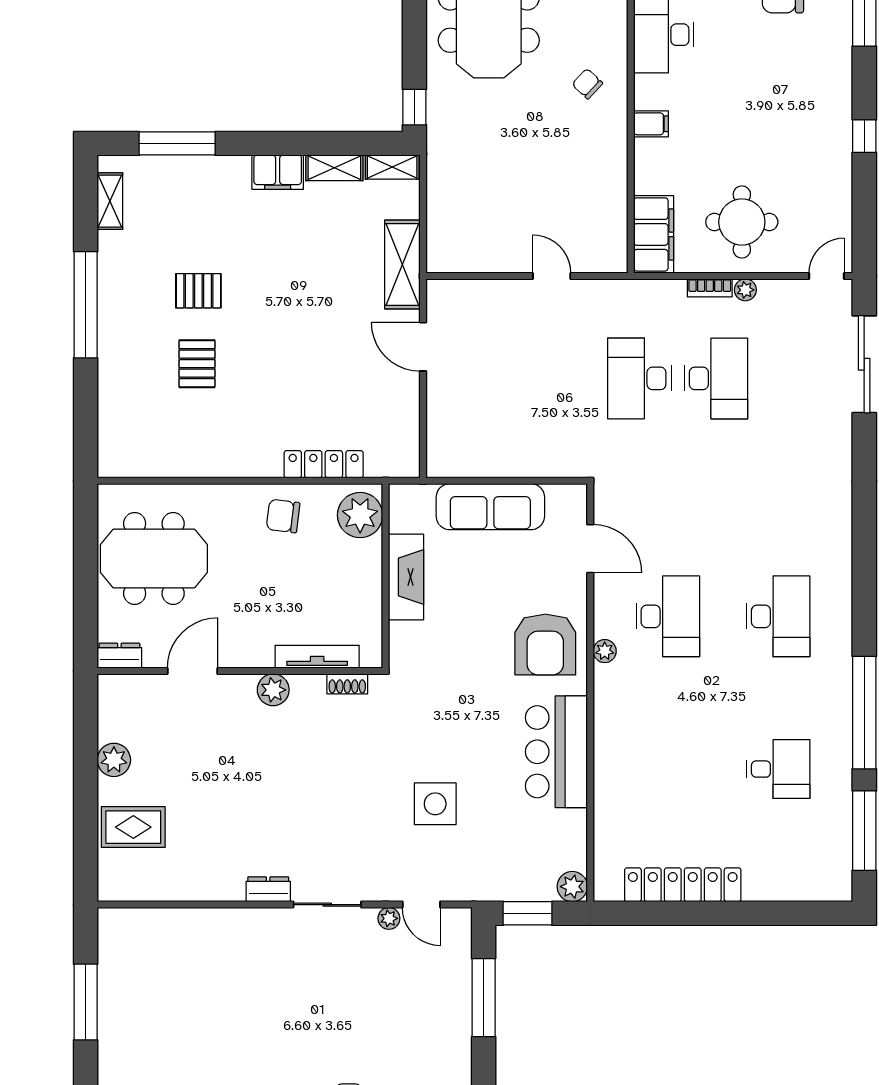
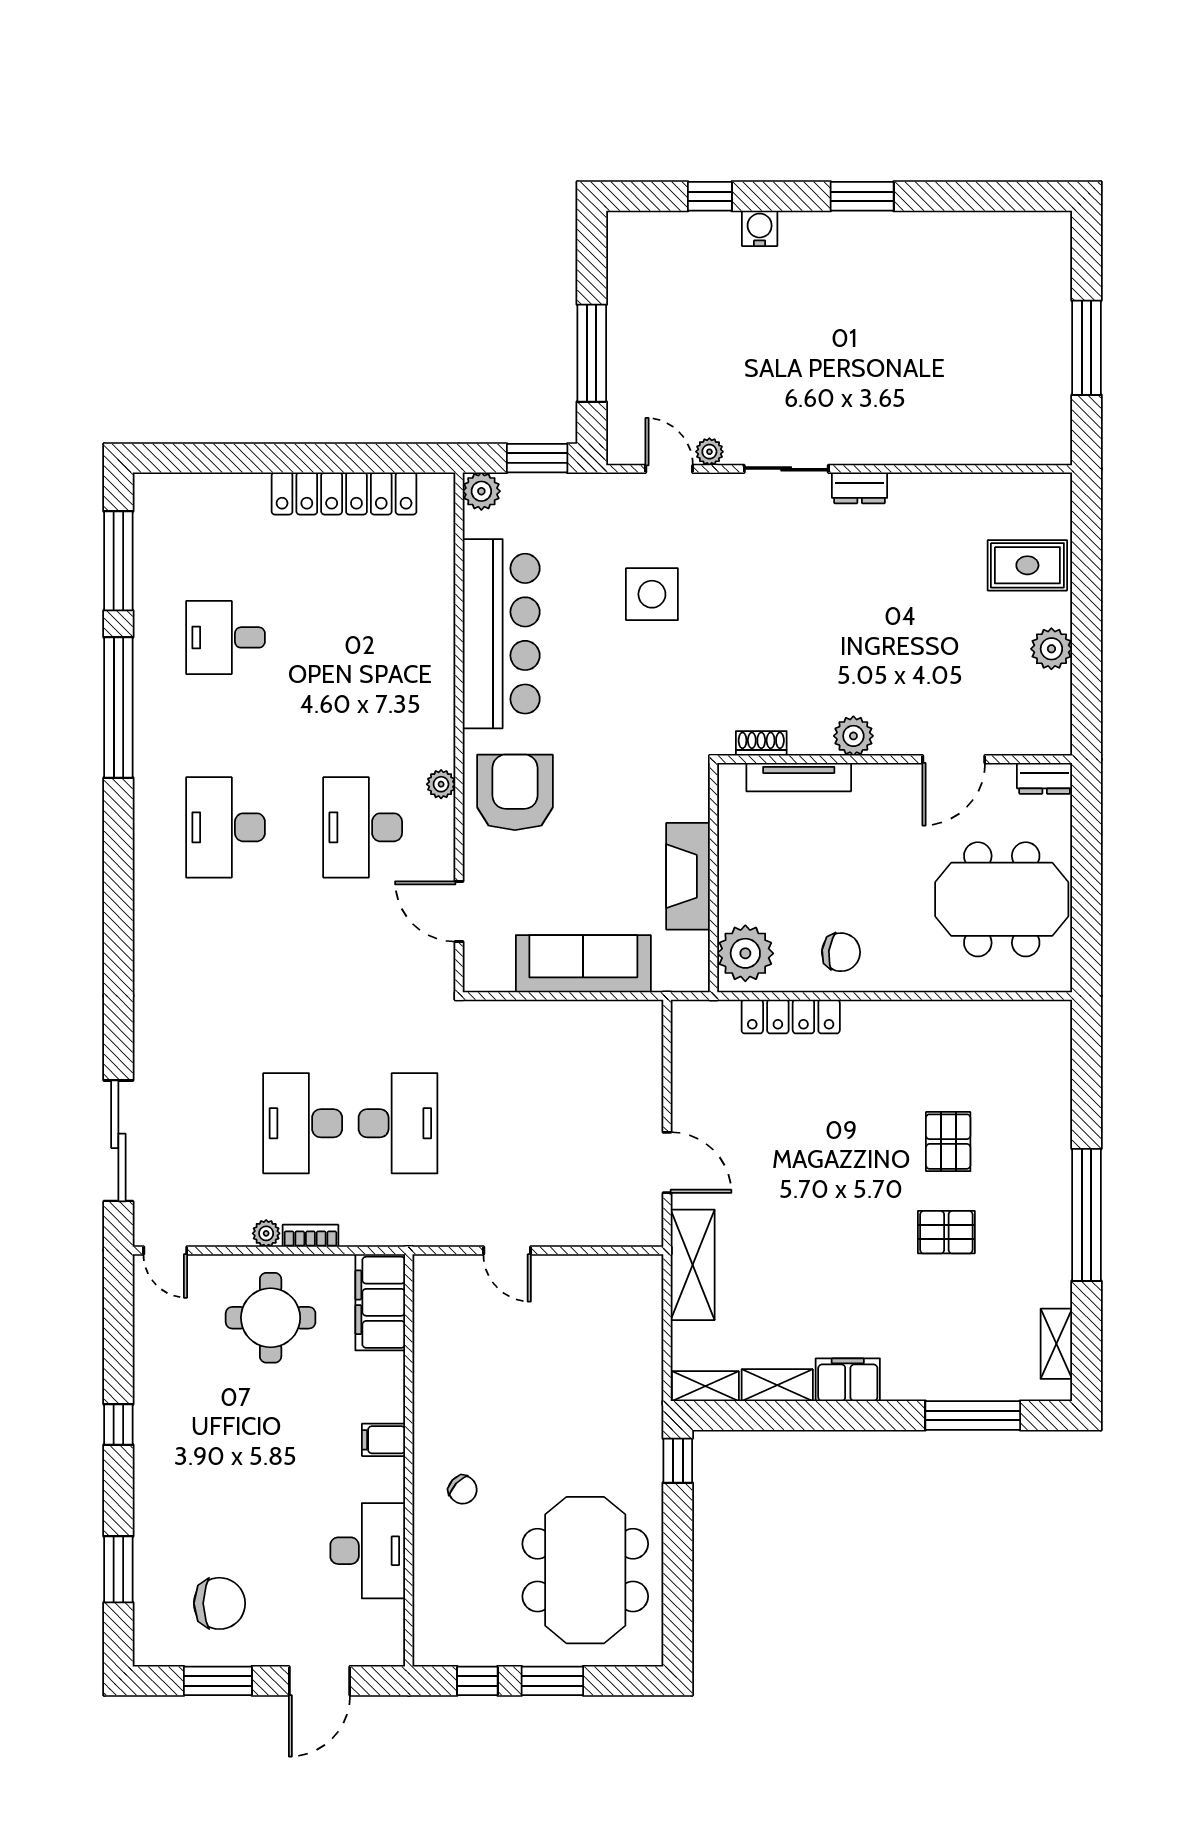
door: (827, 276) -> (165, 1251), hinge flipped
bar counter: (556, 752) -> (501, 634), width x1.36

